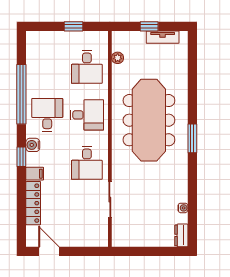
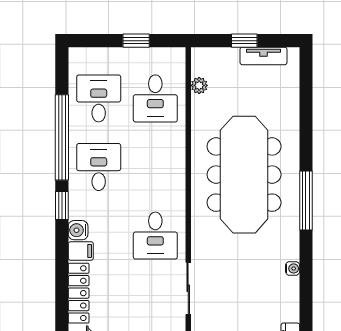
desk: (87, 115) -> (99, 98), moved, turned -90
window: (192, 138) -> (306, 200), width x1.44
water cooler: (33, 145) -> (78, 230), moved
window: (21, 157) -> (62, 206), moved
water cooler: (183, 208) -> (293, 268), moved

